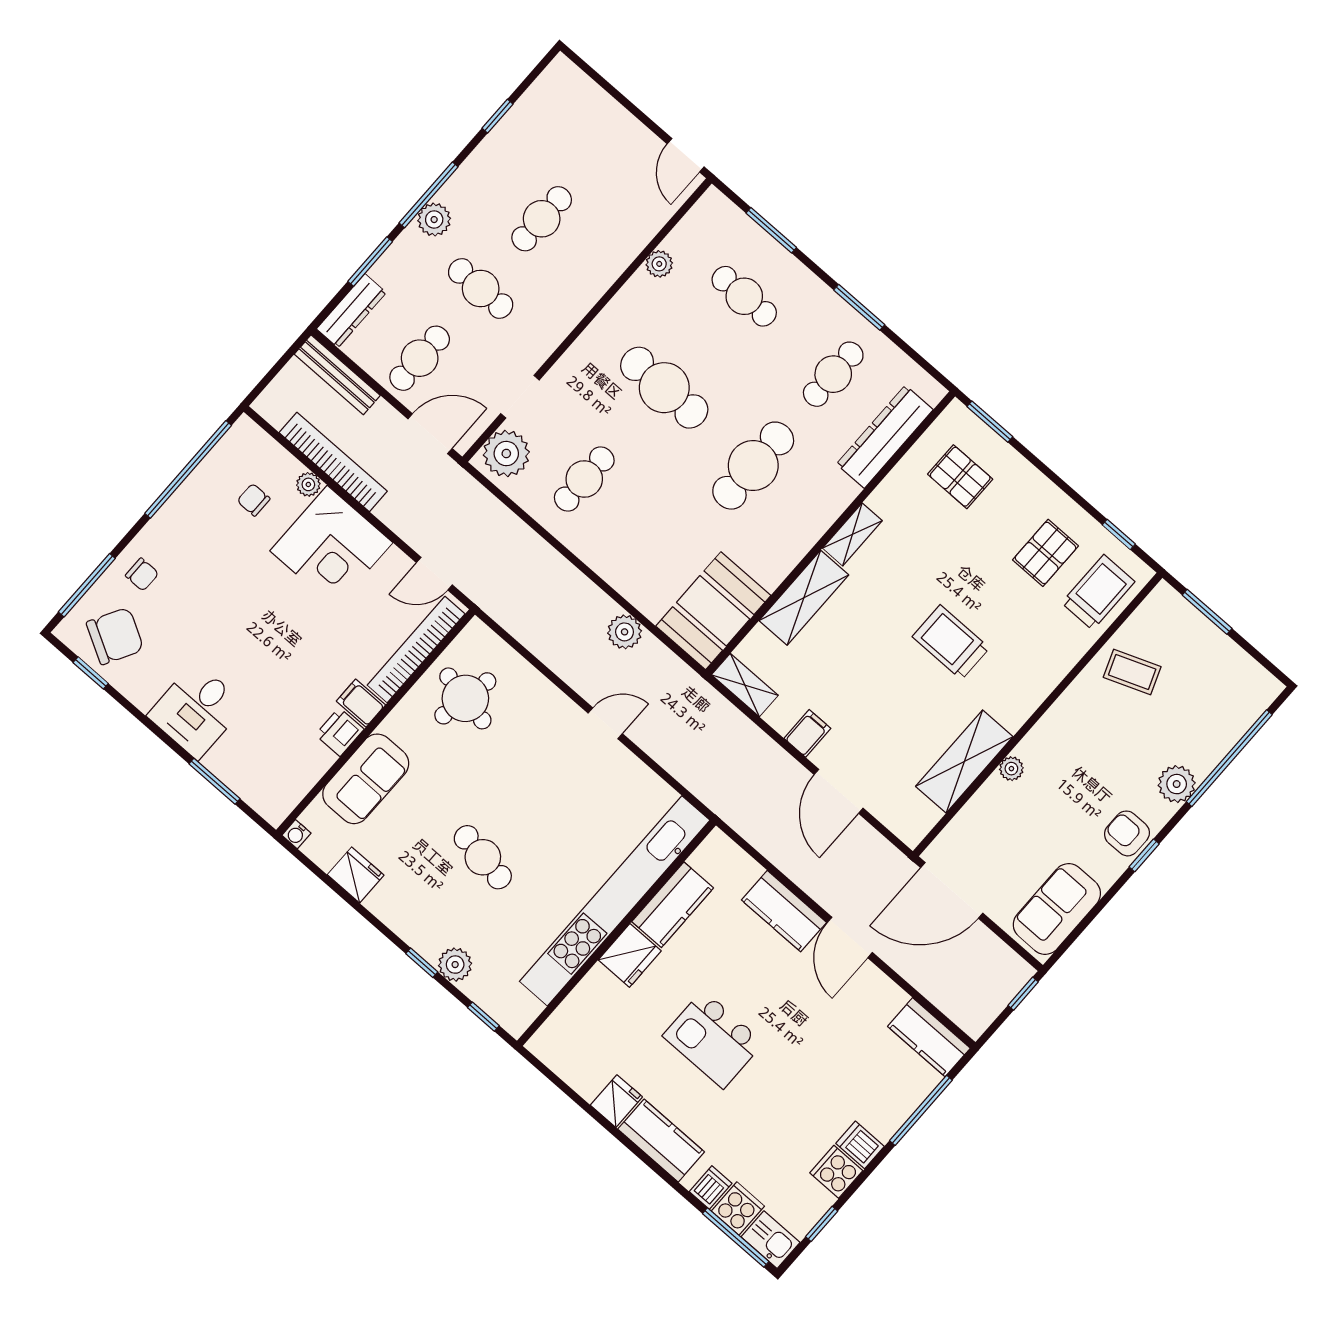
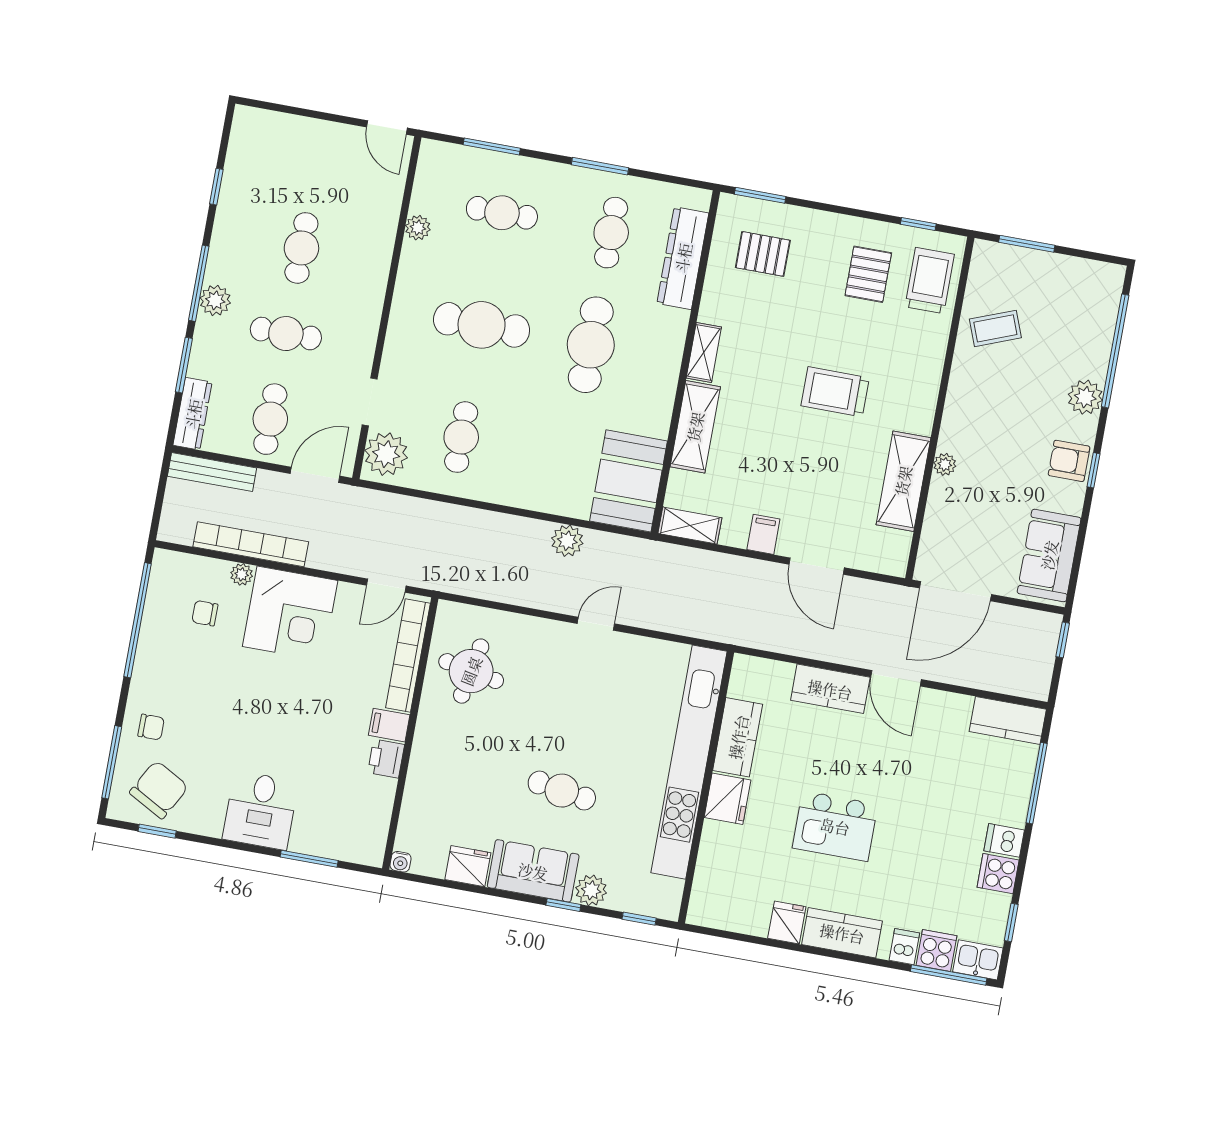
sofa: (366, 779) -> (533, 871), moved, turned -90

